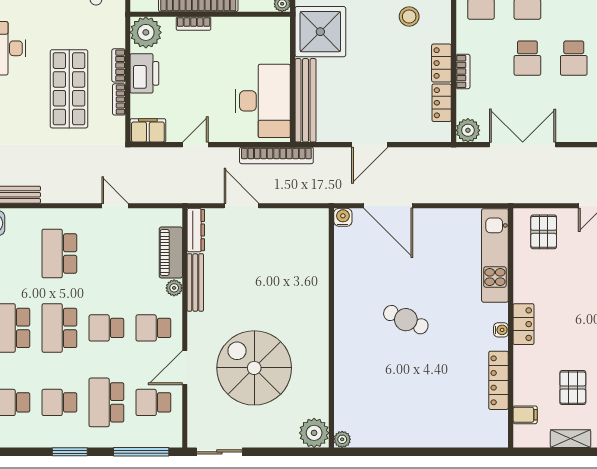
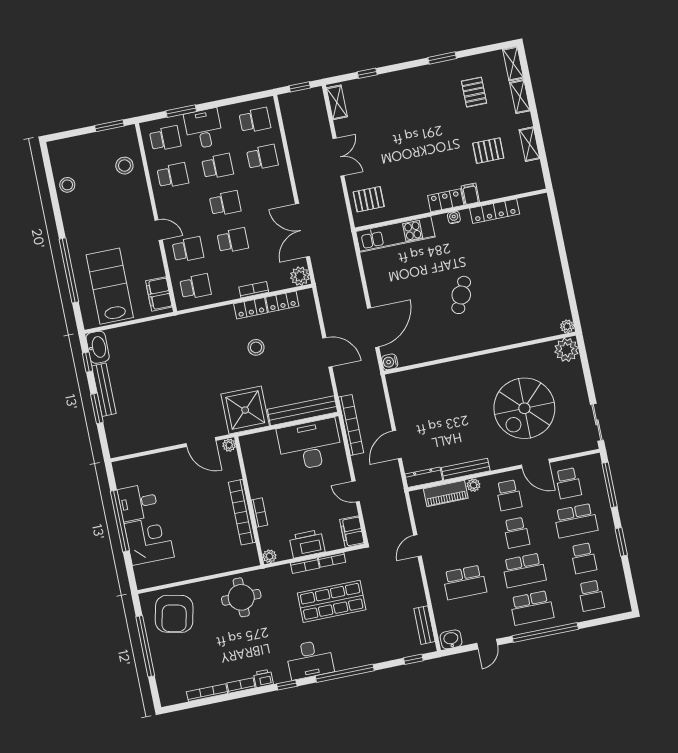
stool: (409, 17) -> (256, 347), moved
plant: (146, 32) -> (269, 556), width x0.53, depth x0.53
filing cabinet: (525, 415) -> (470, 194), moved

